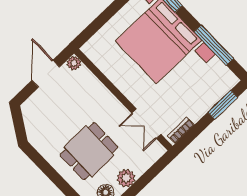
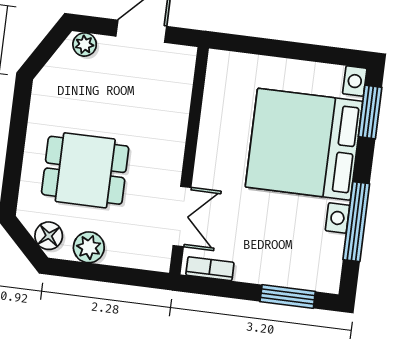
plant: (74, 63) -> (85, 45), moved
double door: (146, 124) -> (182, 216), swing flipped

